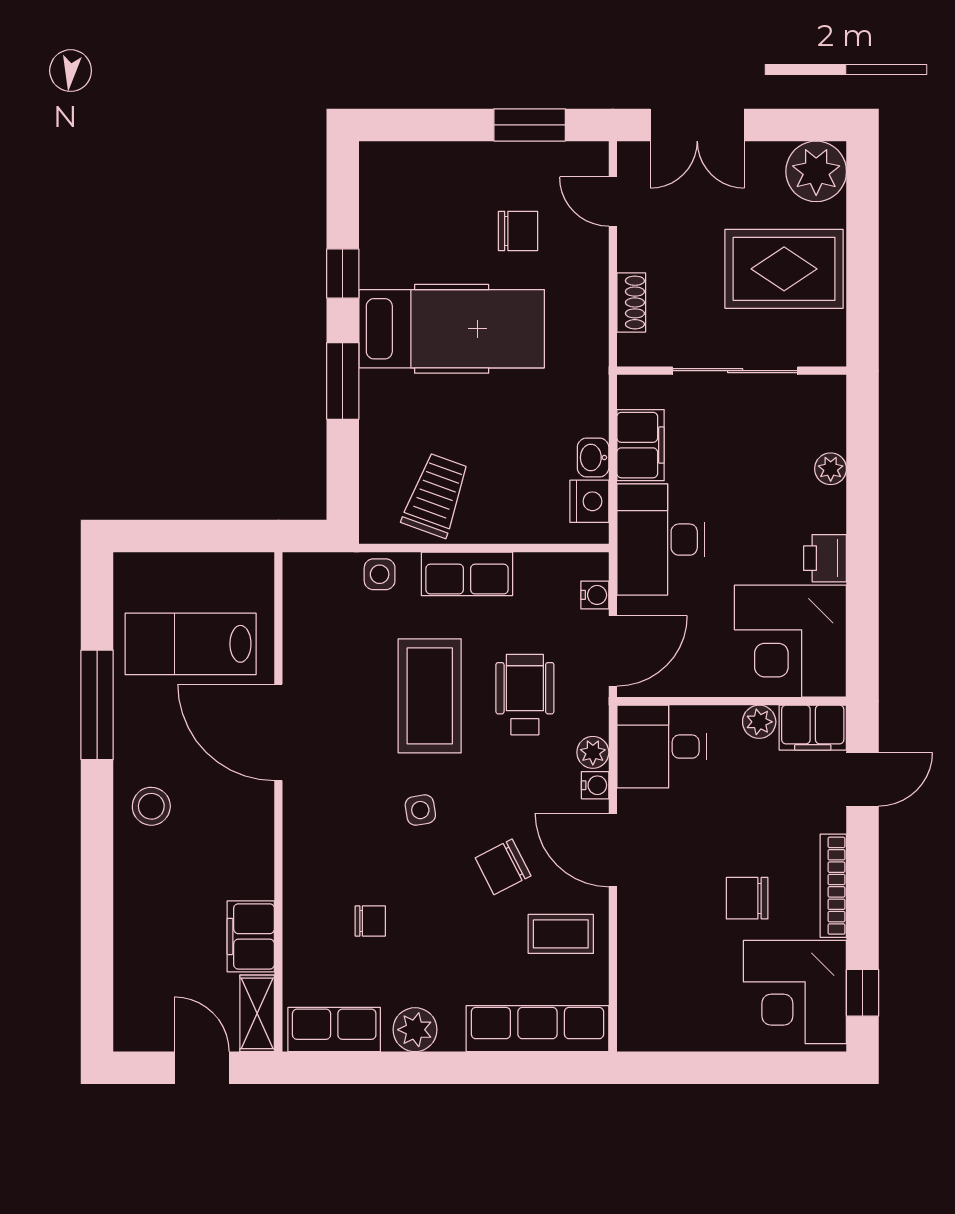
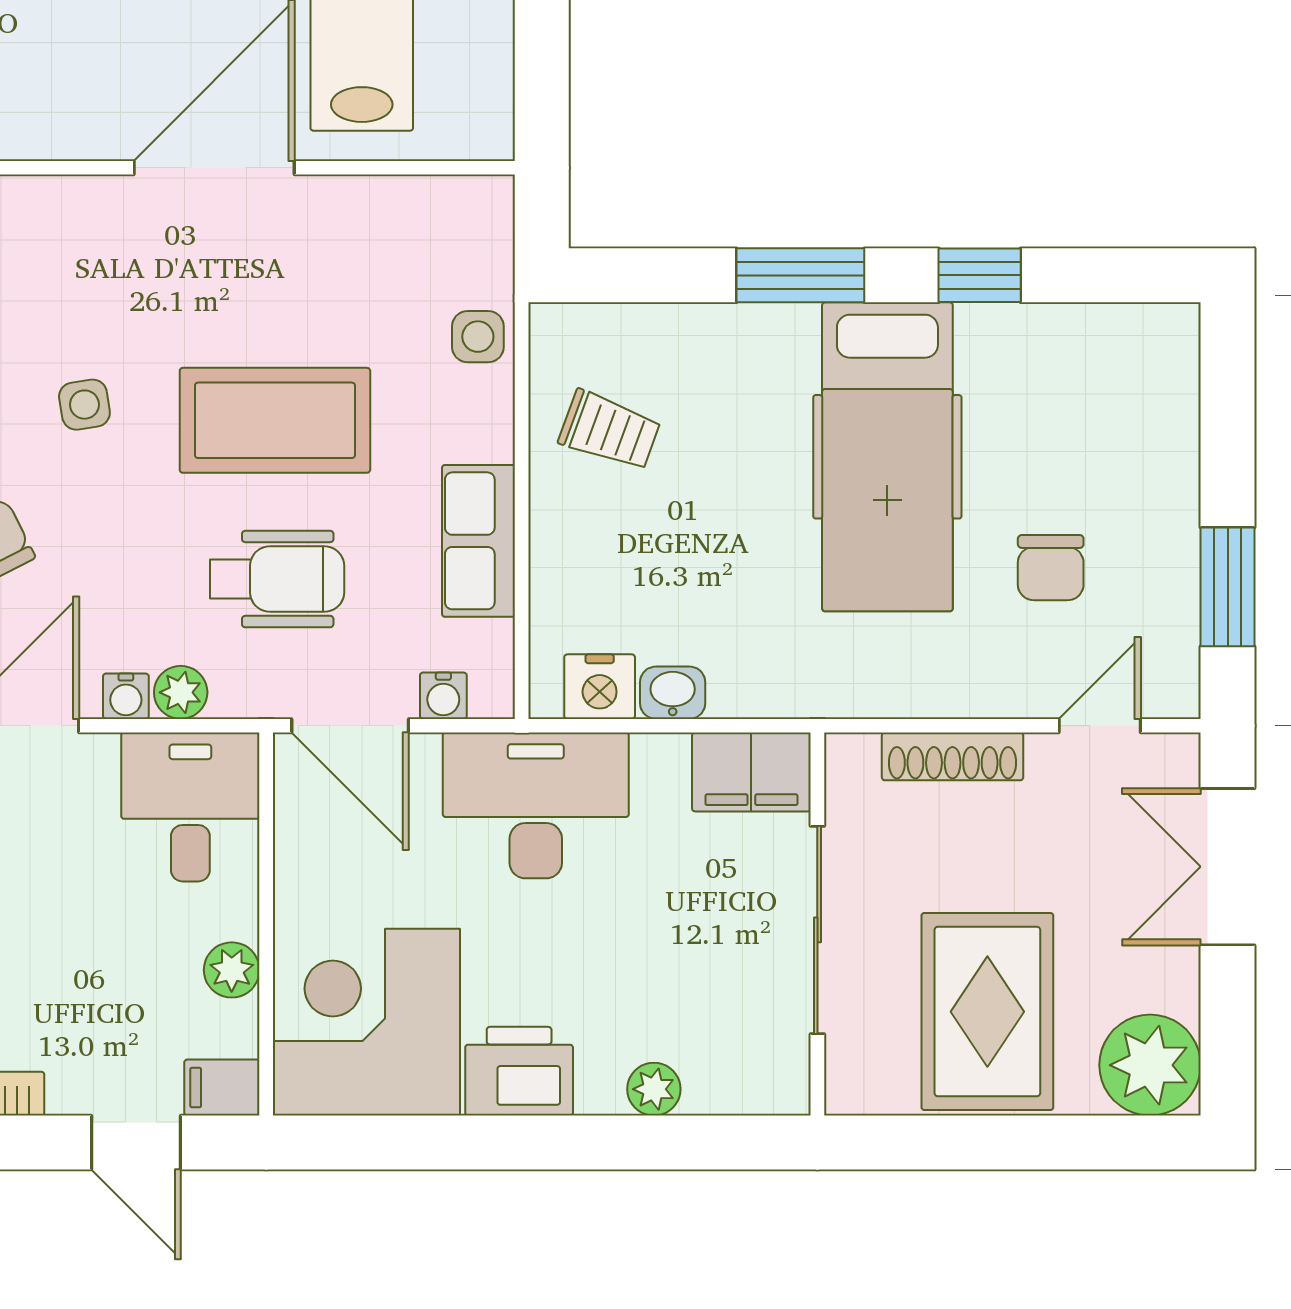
shoe rack: (631, 302) -> (953, 756), width x1.43
filing cabinet: (641, 445) -> (751, 772), moved
trolley: (436, 495) -> (610, 431), width x0.73, depth x0.72
printer: (825, 558) -> (519, 1071), width x1.36, depth x1.24
row of seats: (467, 574) -> (479, 541), moved
filing cabinet: (813, 728) -> (222, 1088), width x0.50

